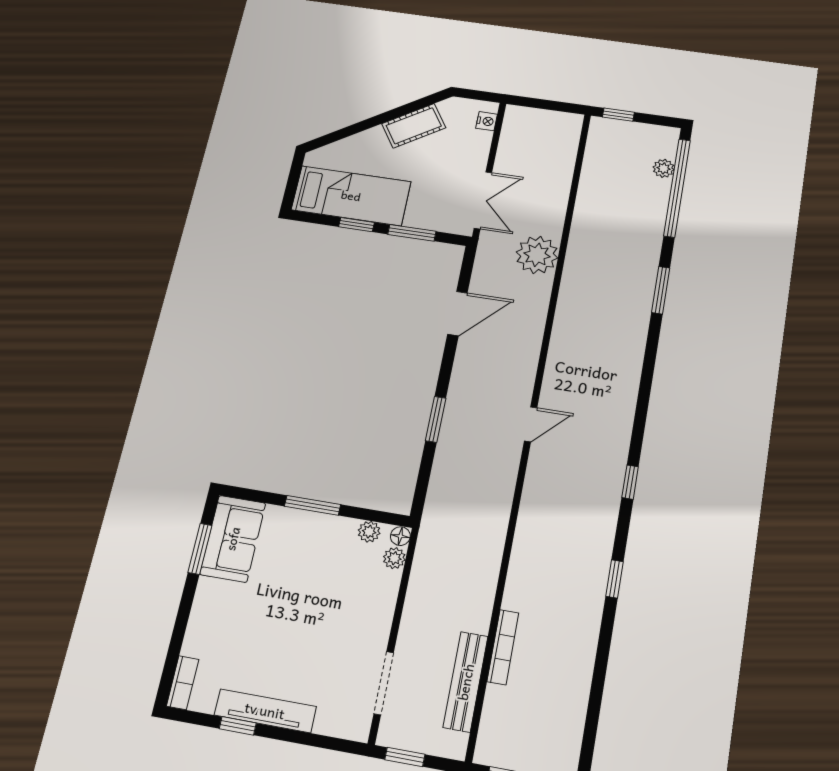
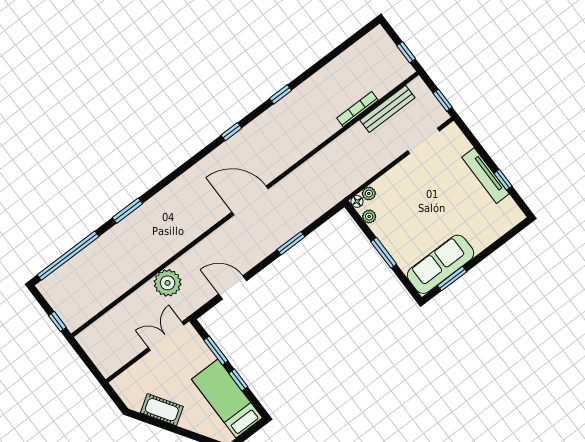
nightstand: (487, 121) -> (124, 378), removed
plant: (664, 168) -> (64, 272), removed
door: (531, 424) -> (250, 200), width x1.88
sofa: (233, 539) -> (441, 264), width x1.36
bookcase: (183, 683) -> (511, 222), removed

